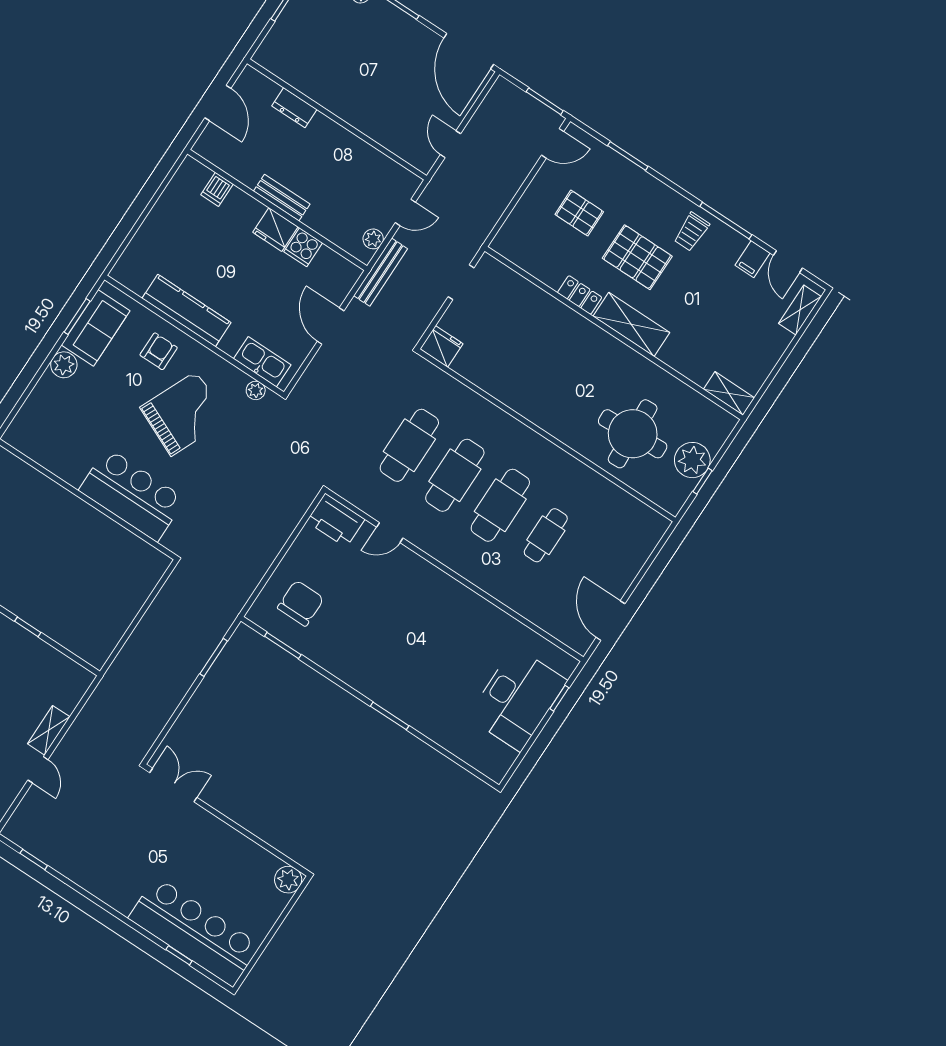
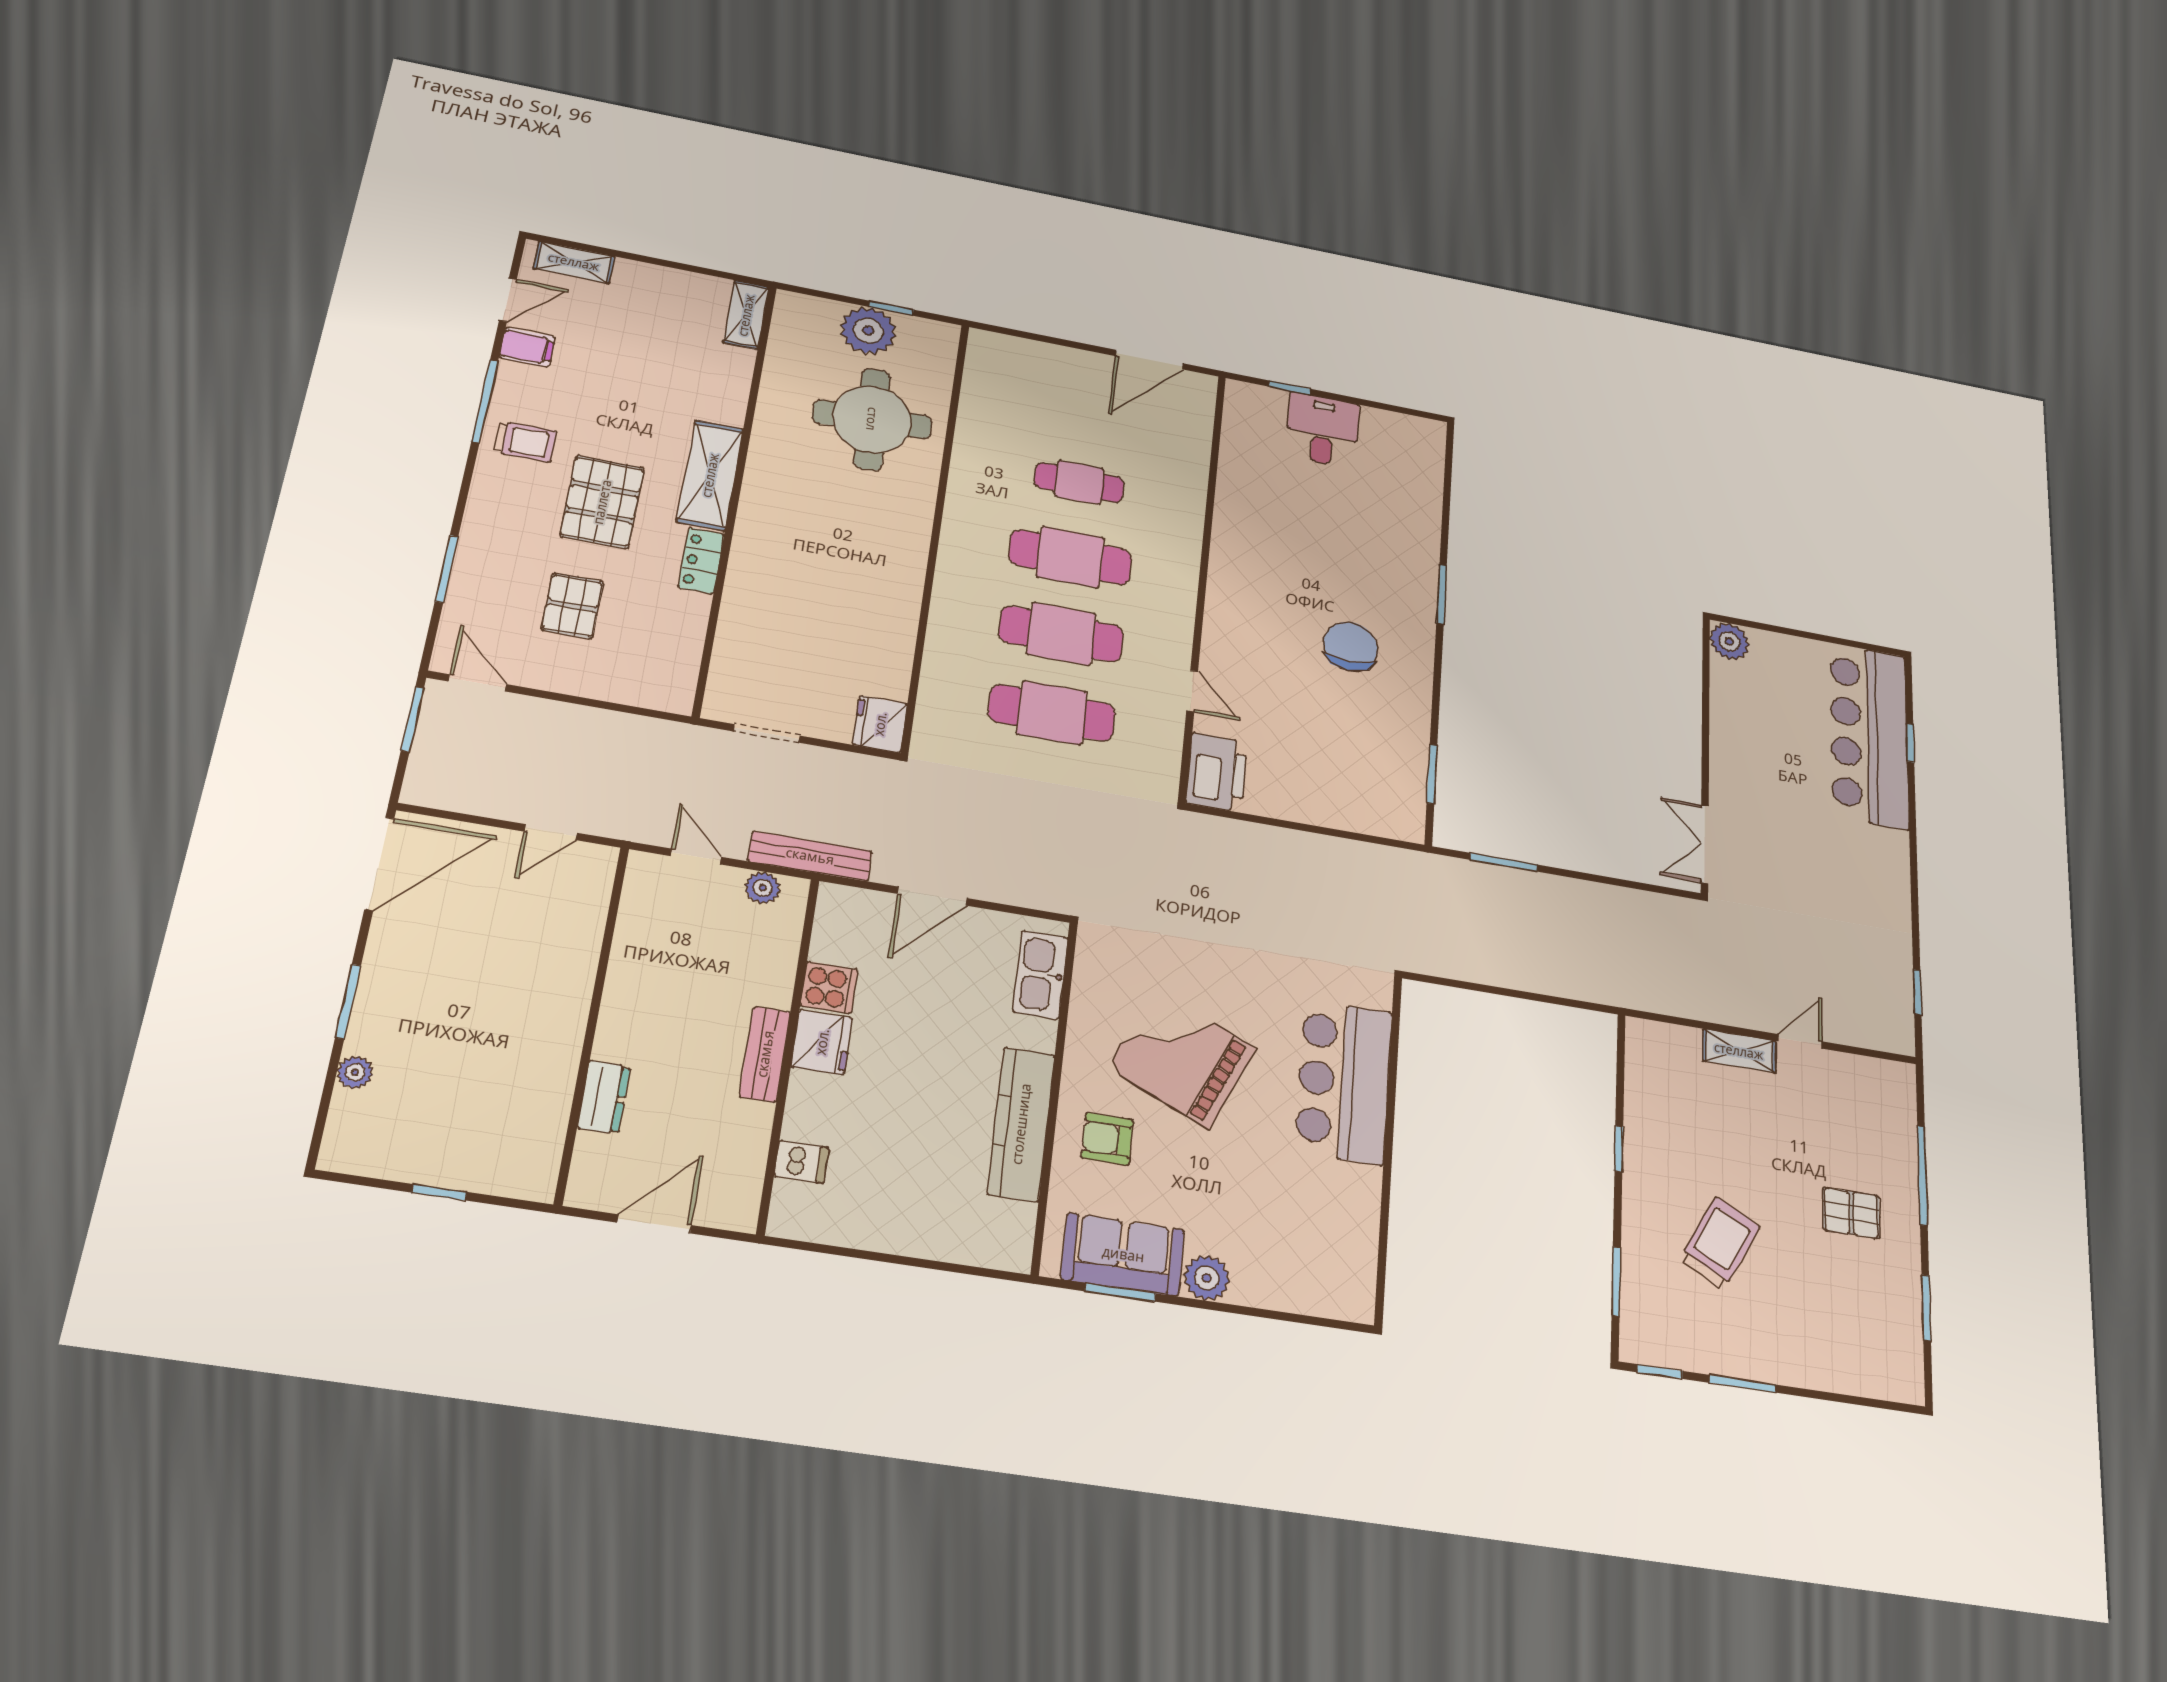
plant: (256, 390) -> (1089, 966), removed
chair: (301, 603) -> (1351, 647), moved, turned 90
desk: (517, 699) -> (1323, 430), width x0.53, depth x0.77

